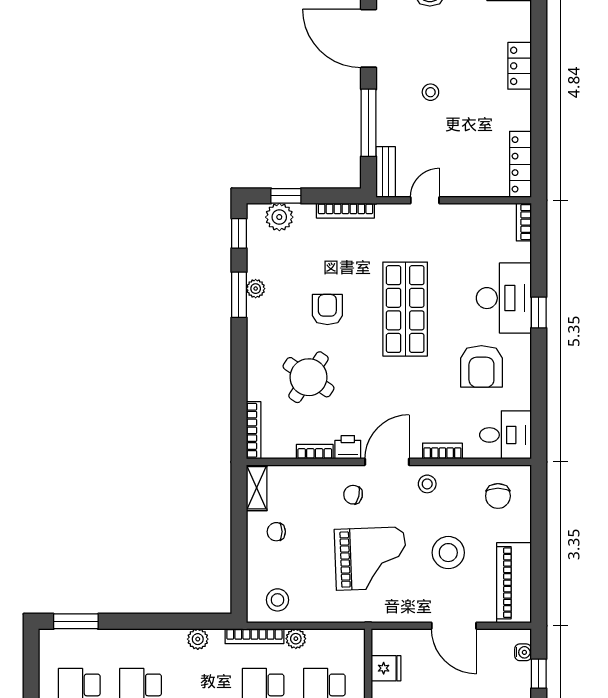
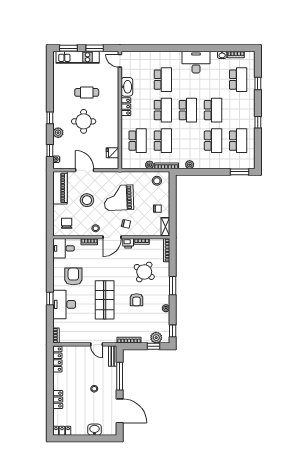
door: (425, 200) -> (97, 344), hinge flipped
window: (239, 295) -> (173, 286), moved

